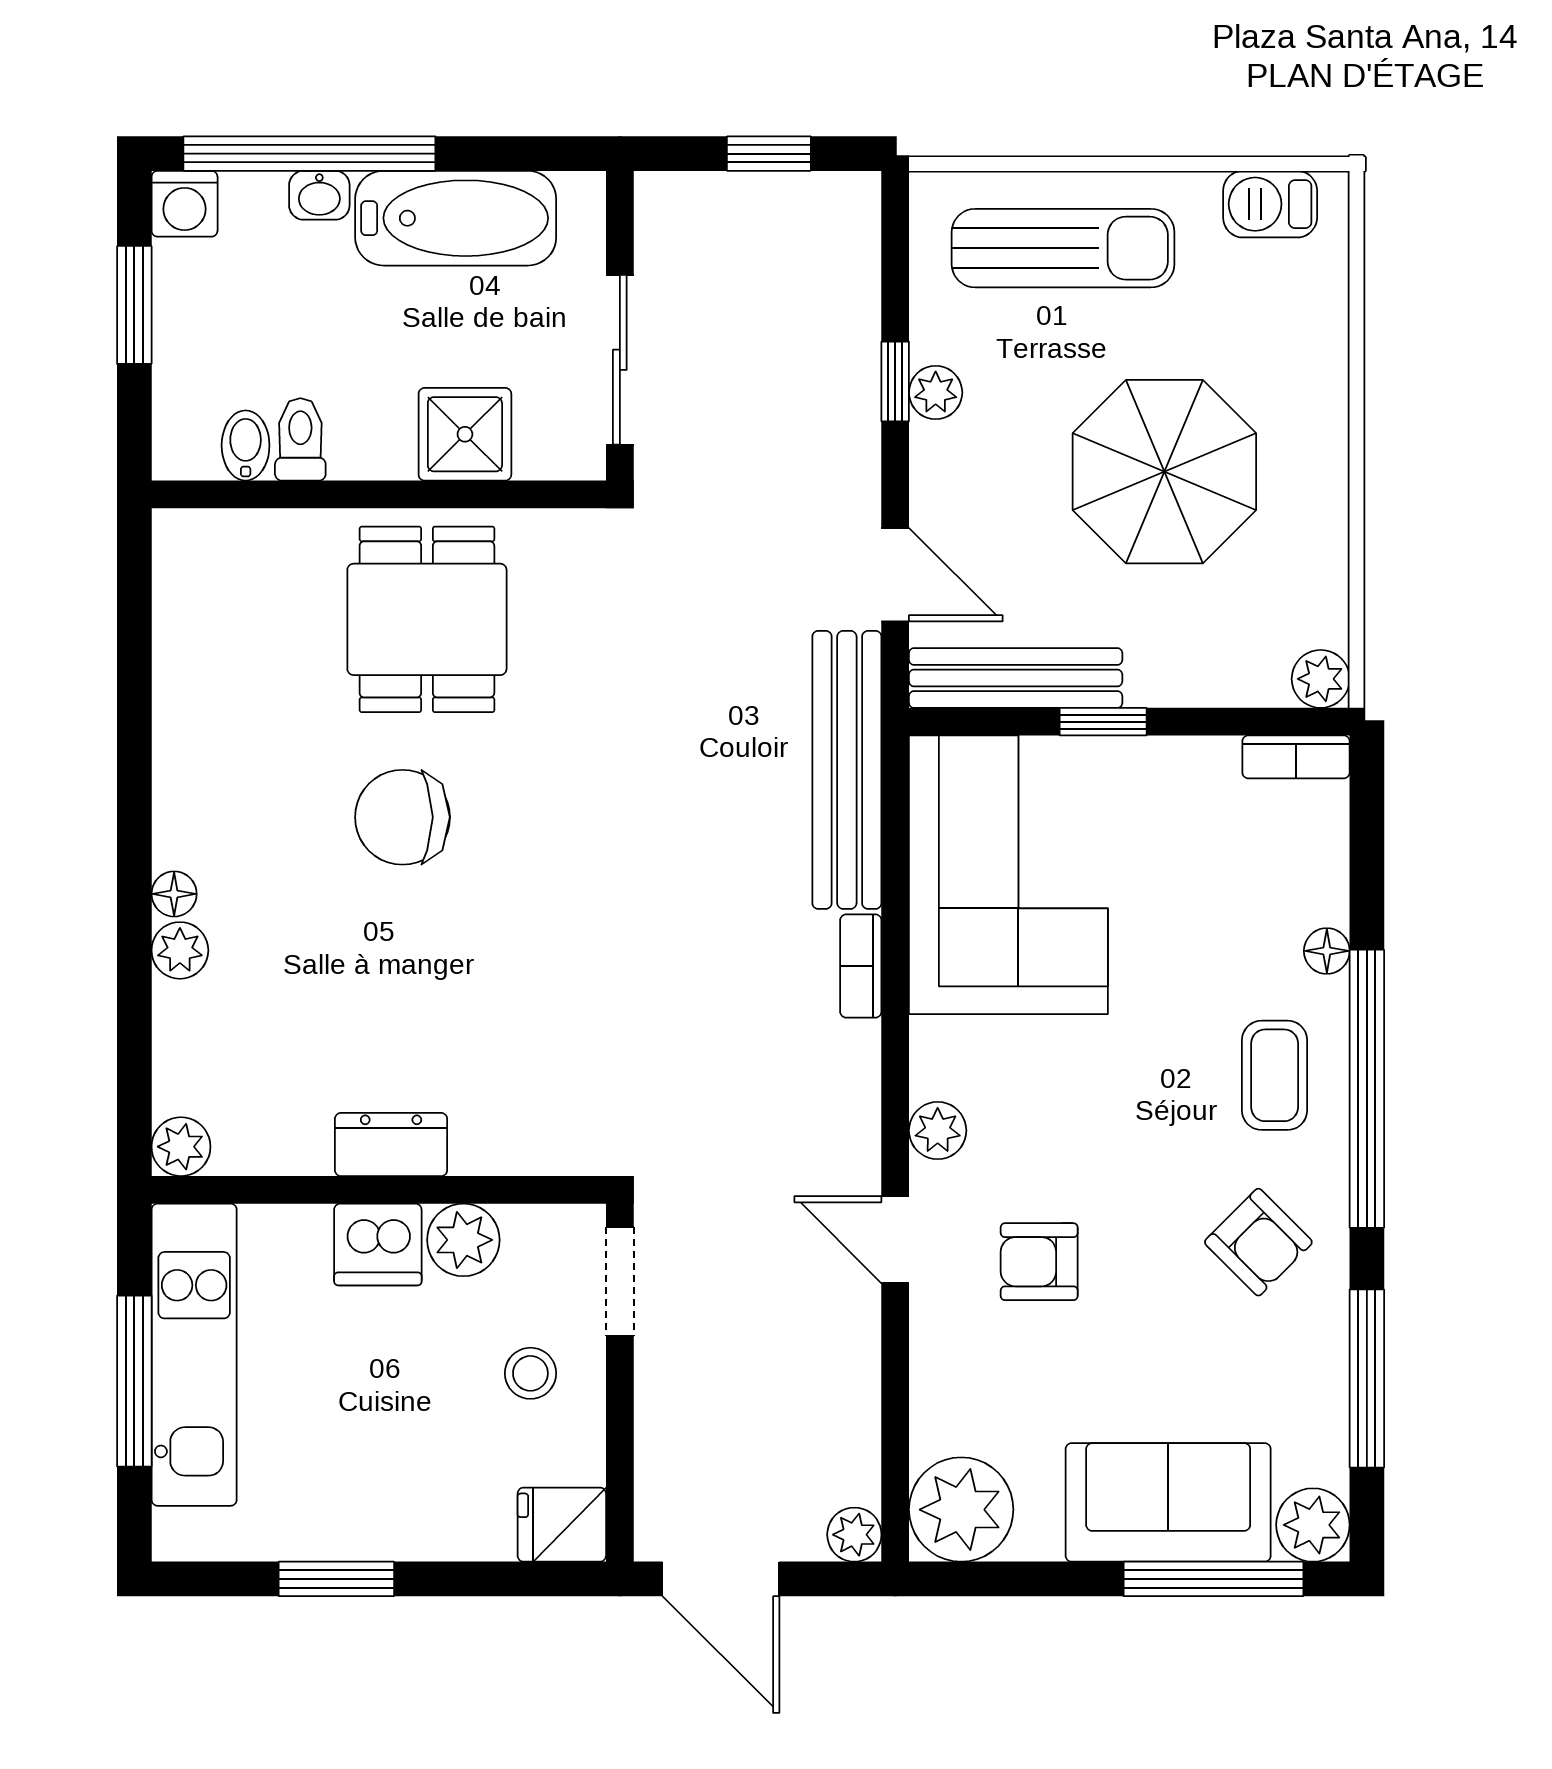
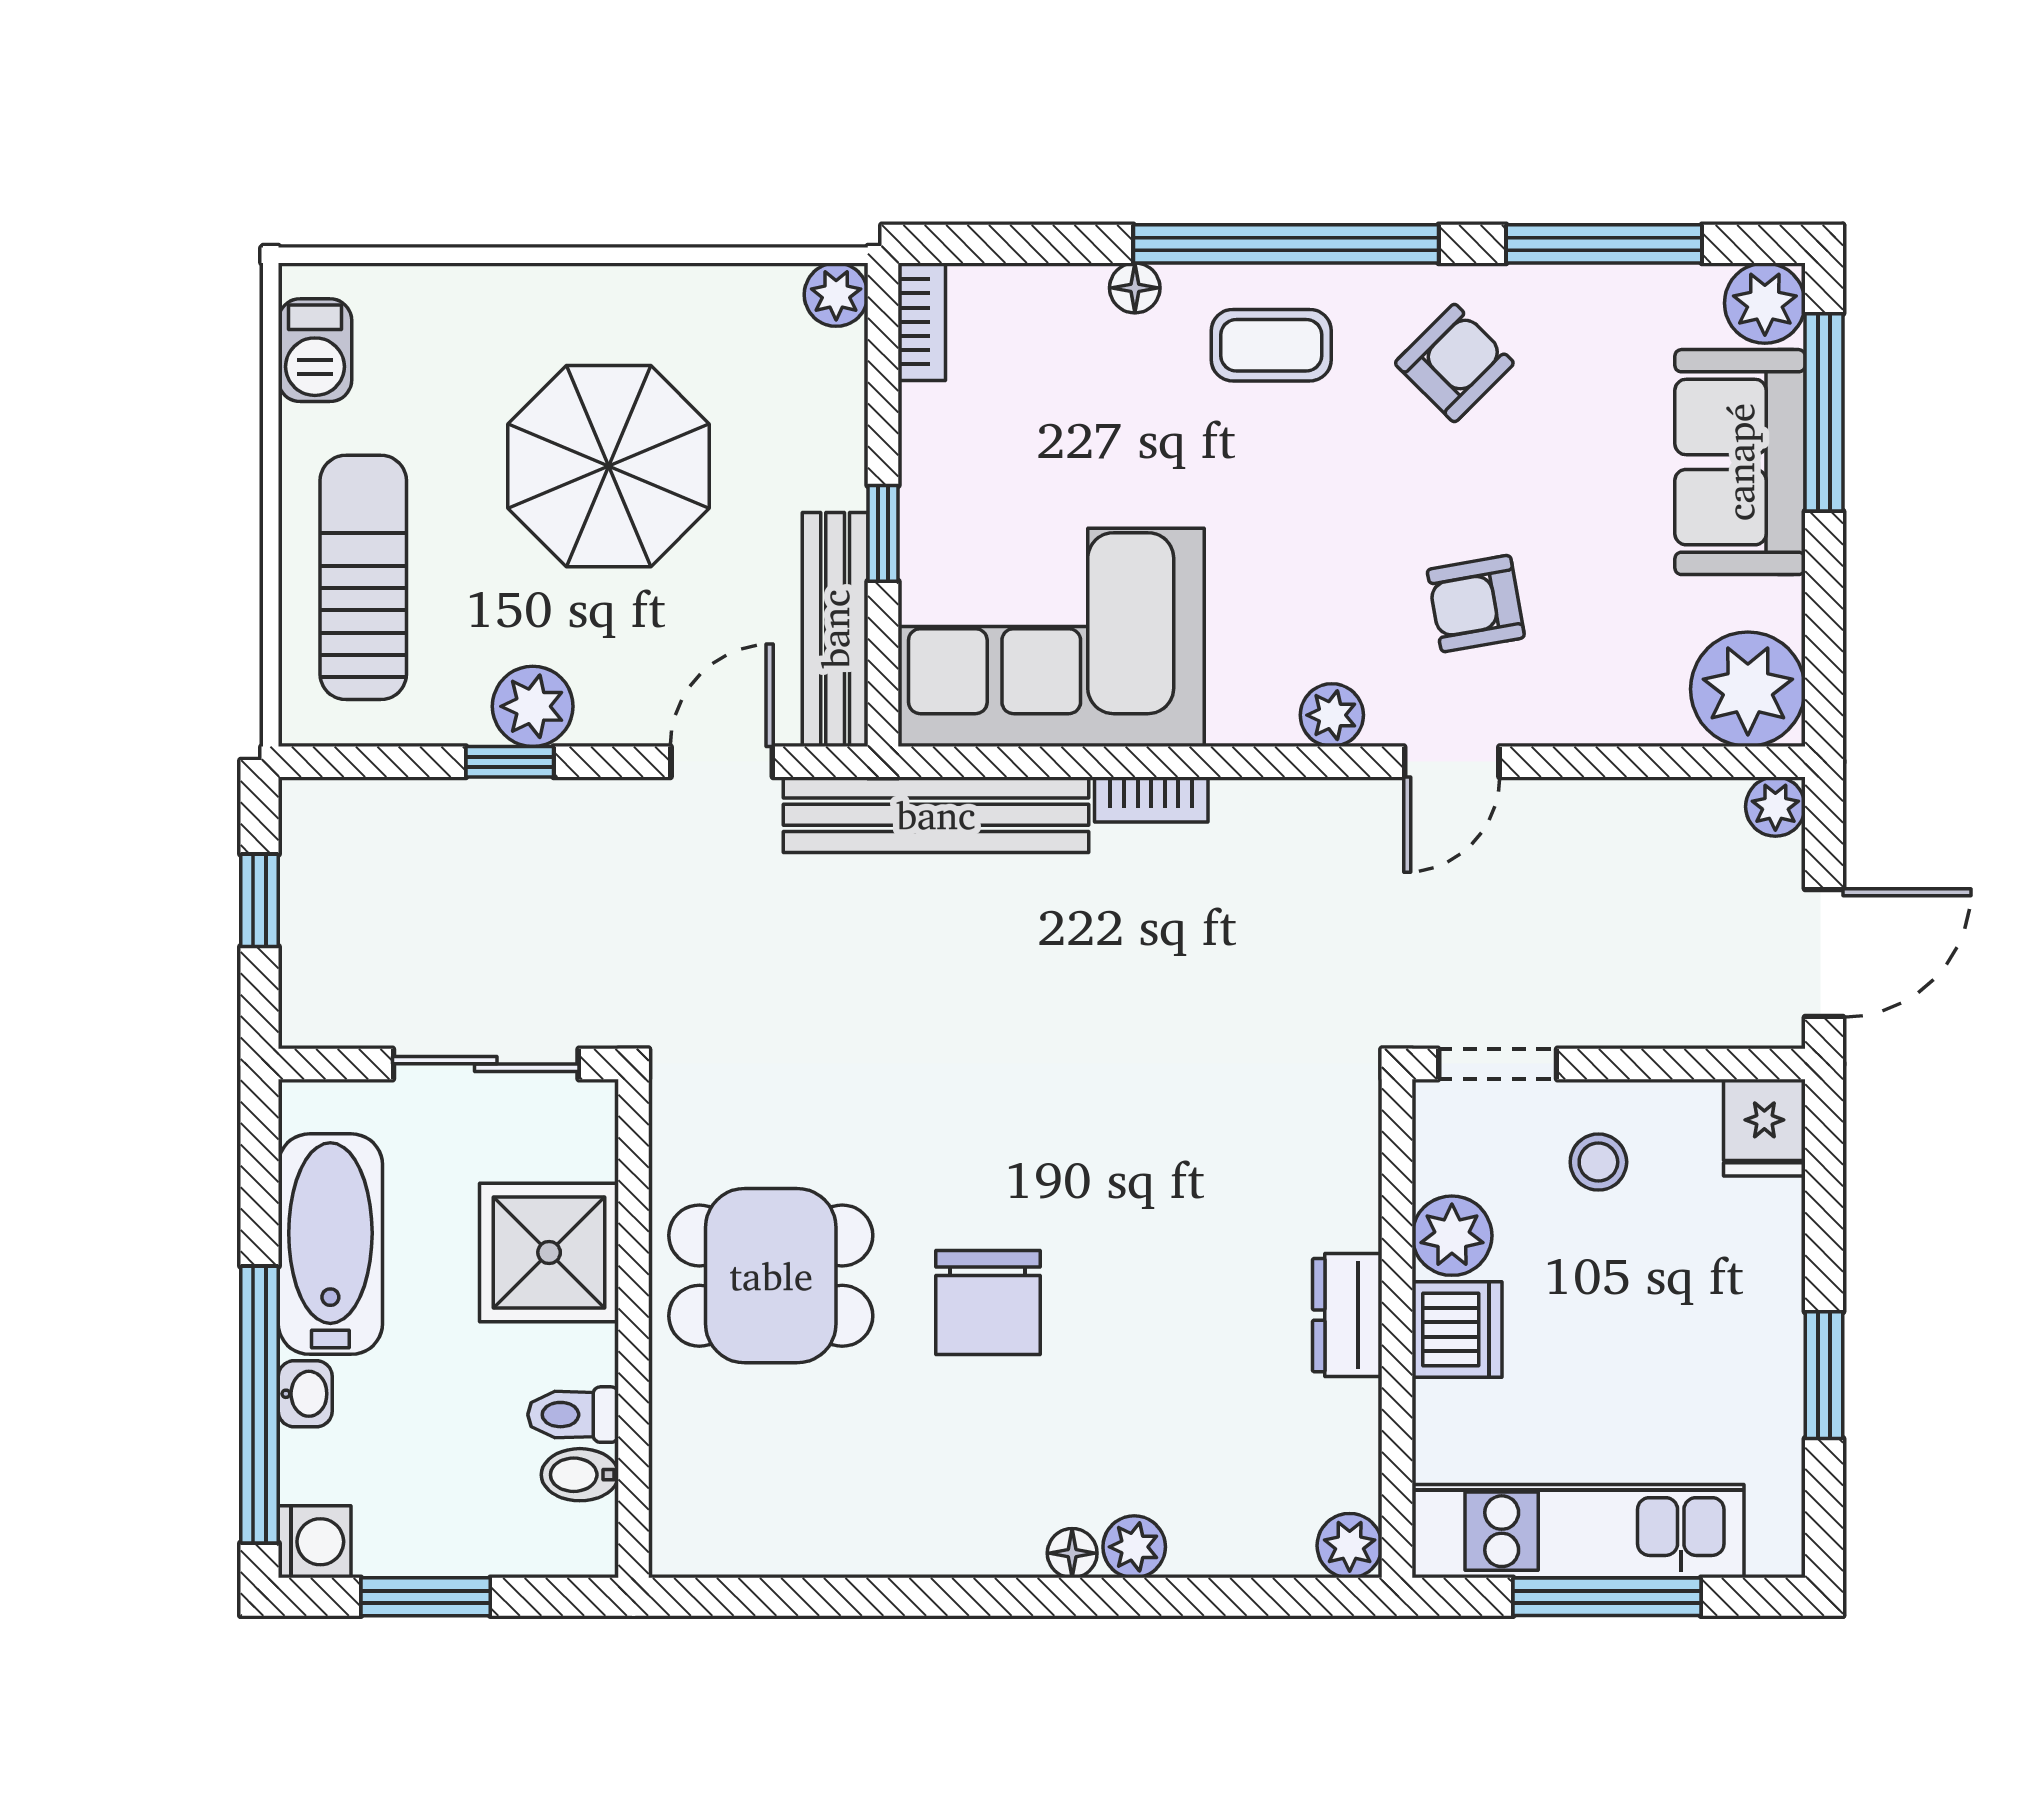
plant: (936, 393) -> (533, 706), width x1.38, depth x1.38
shower: (465, 434) -> (549, 1252), width x1.36, depth x1.36
armchair: (1039, 1262) -> (1476, 604), turned 80

